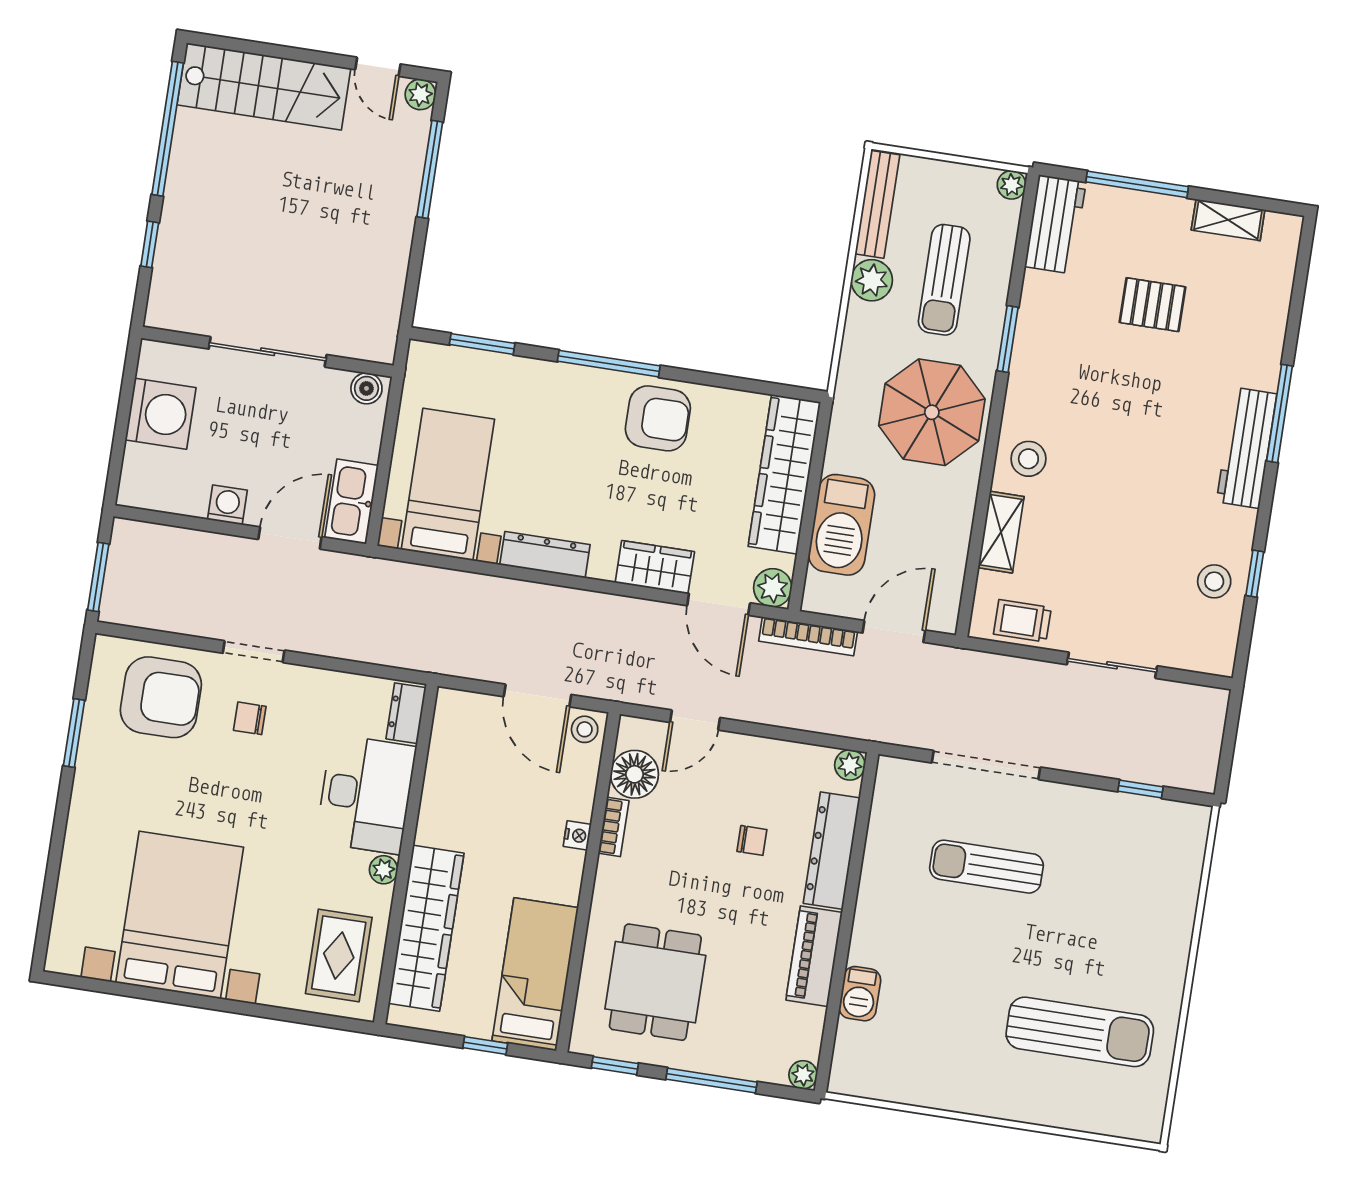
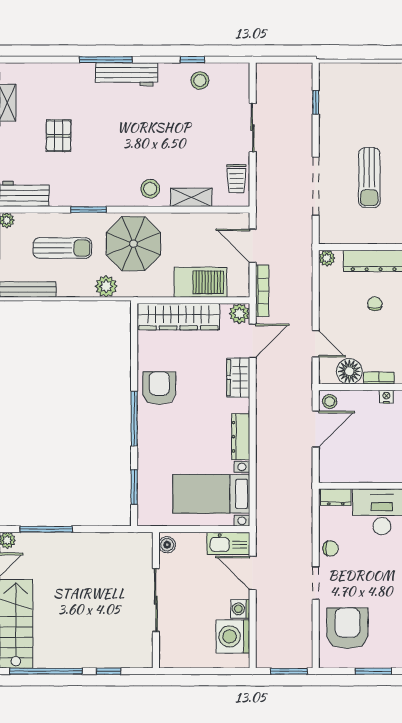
plant: (872, 280) -> (106, 286), moved
washing machine: (161, 414) -> (233, 636), moved, turned -90
chair: (250, 718) -> (331, 548), moved, turned -90

